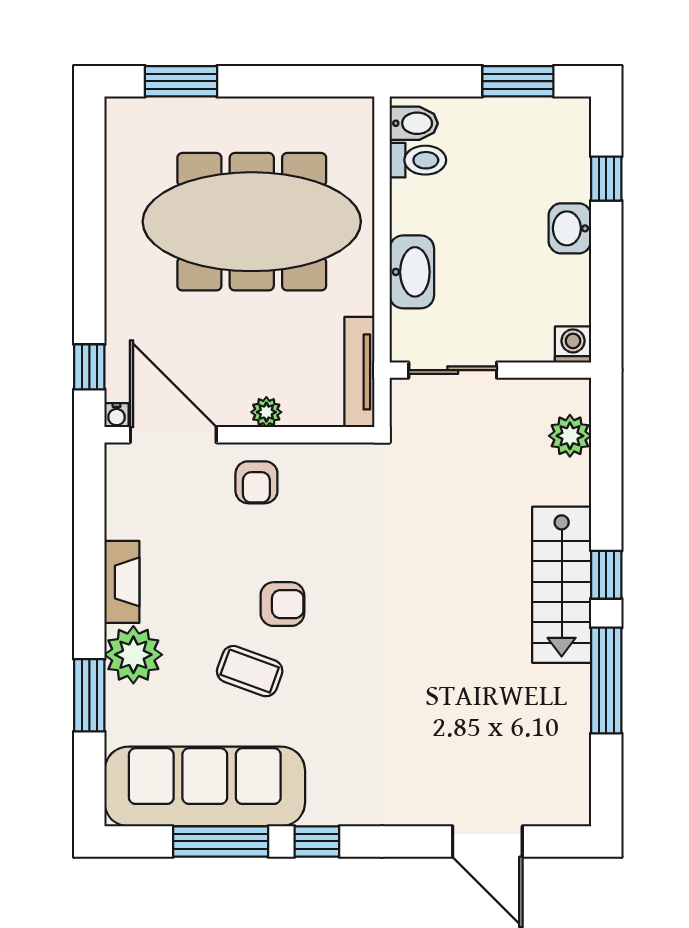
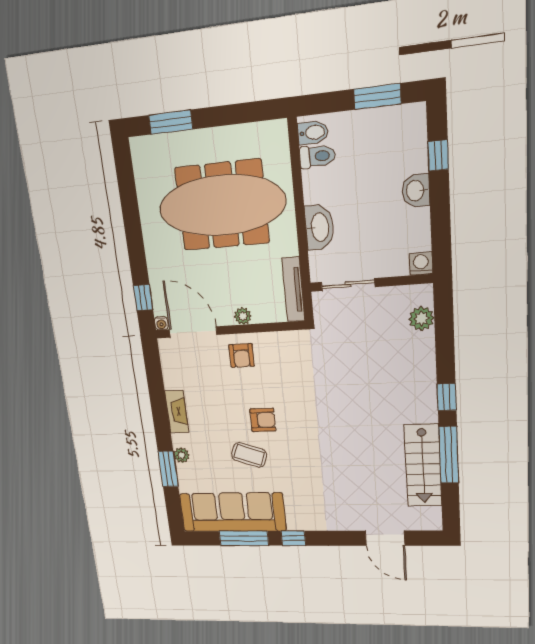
stairs: (562, 585) -> (423, 466), moved
plant: (133, 655) -> (182, 455), width x0.53, depth x0.53

